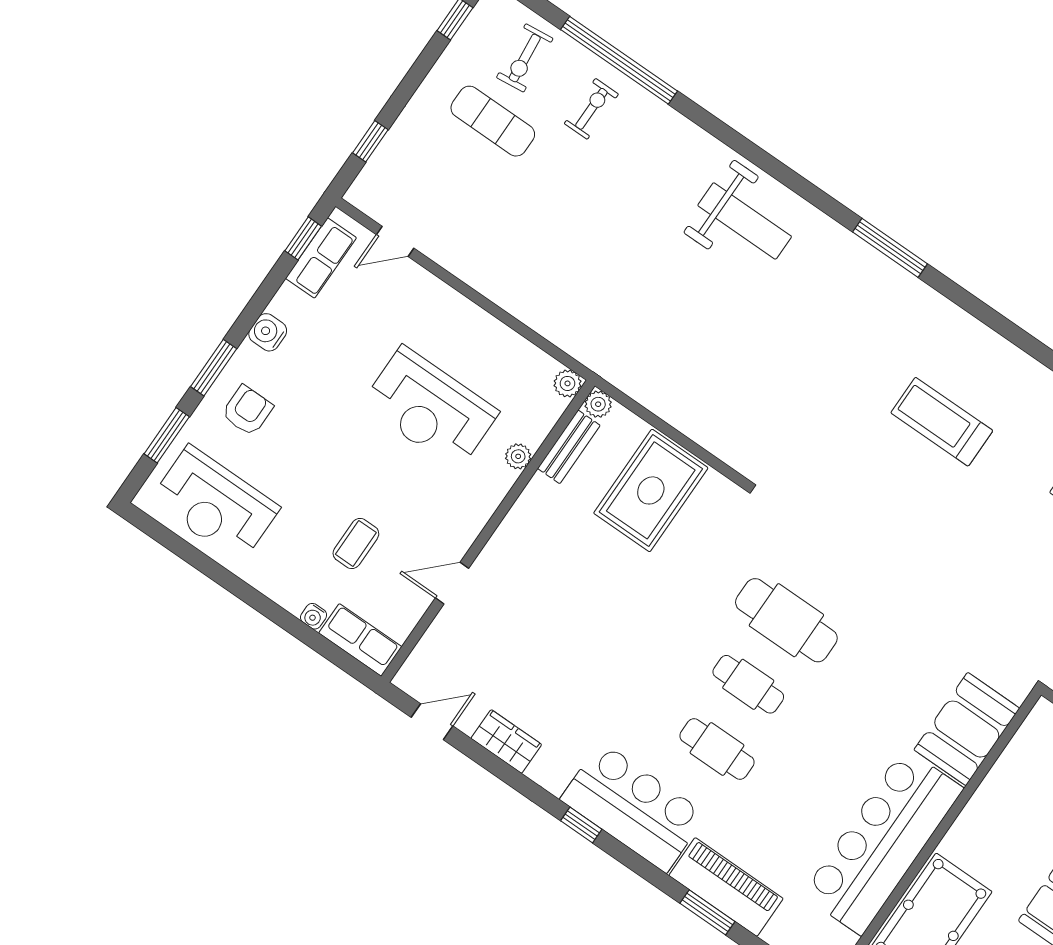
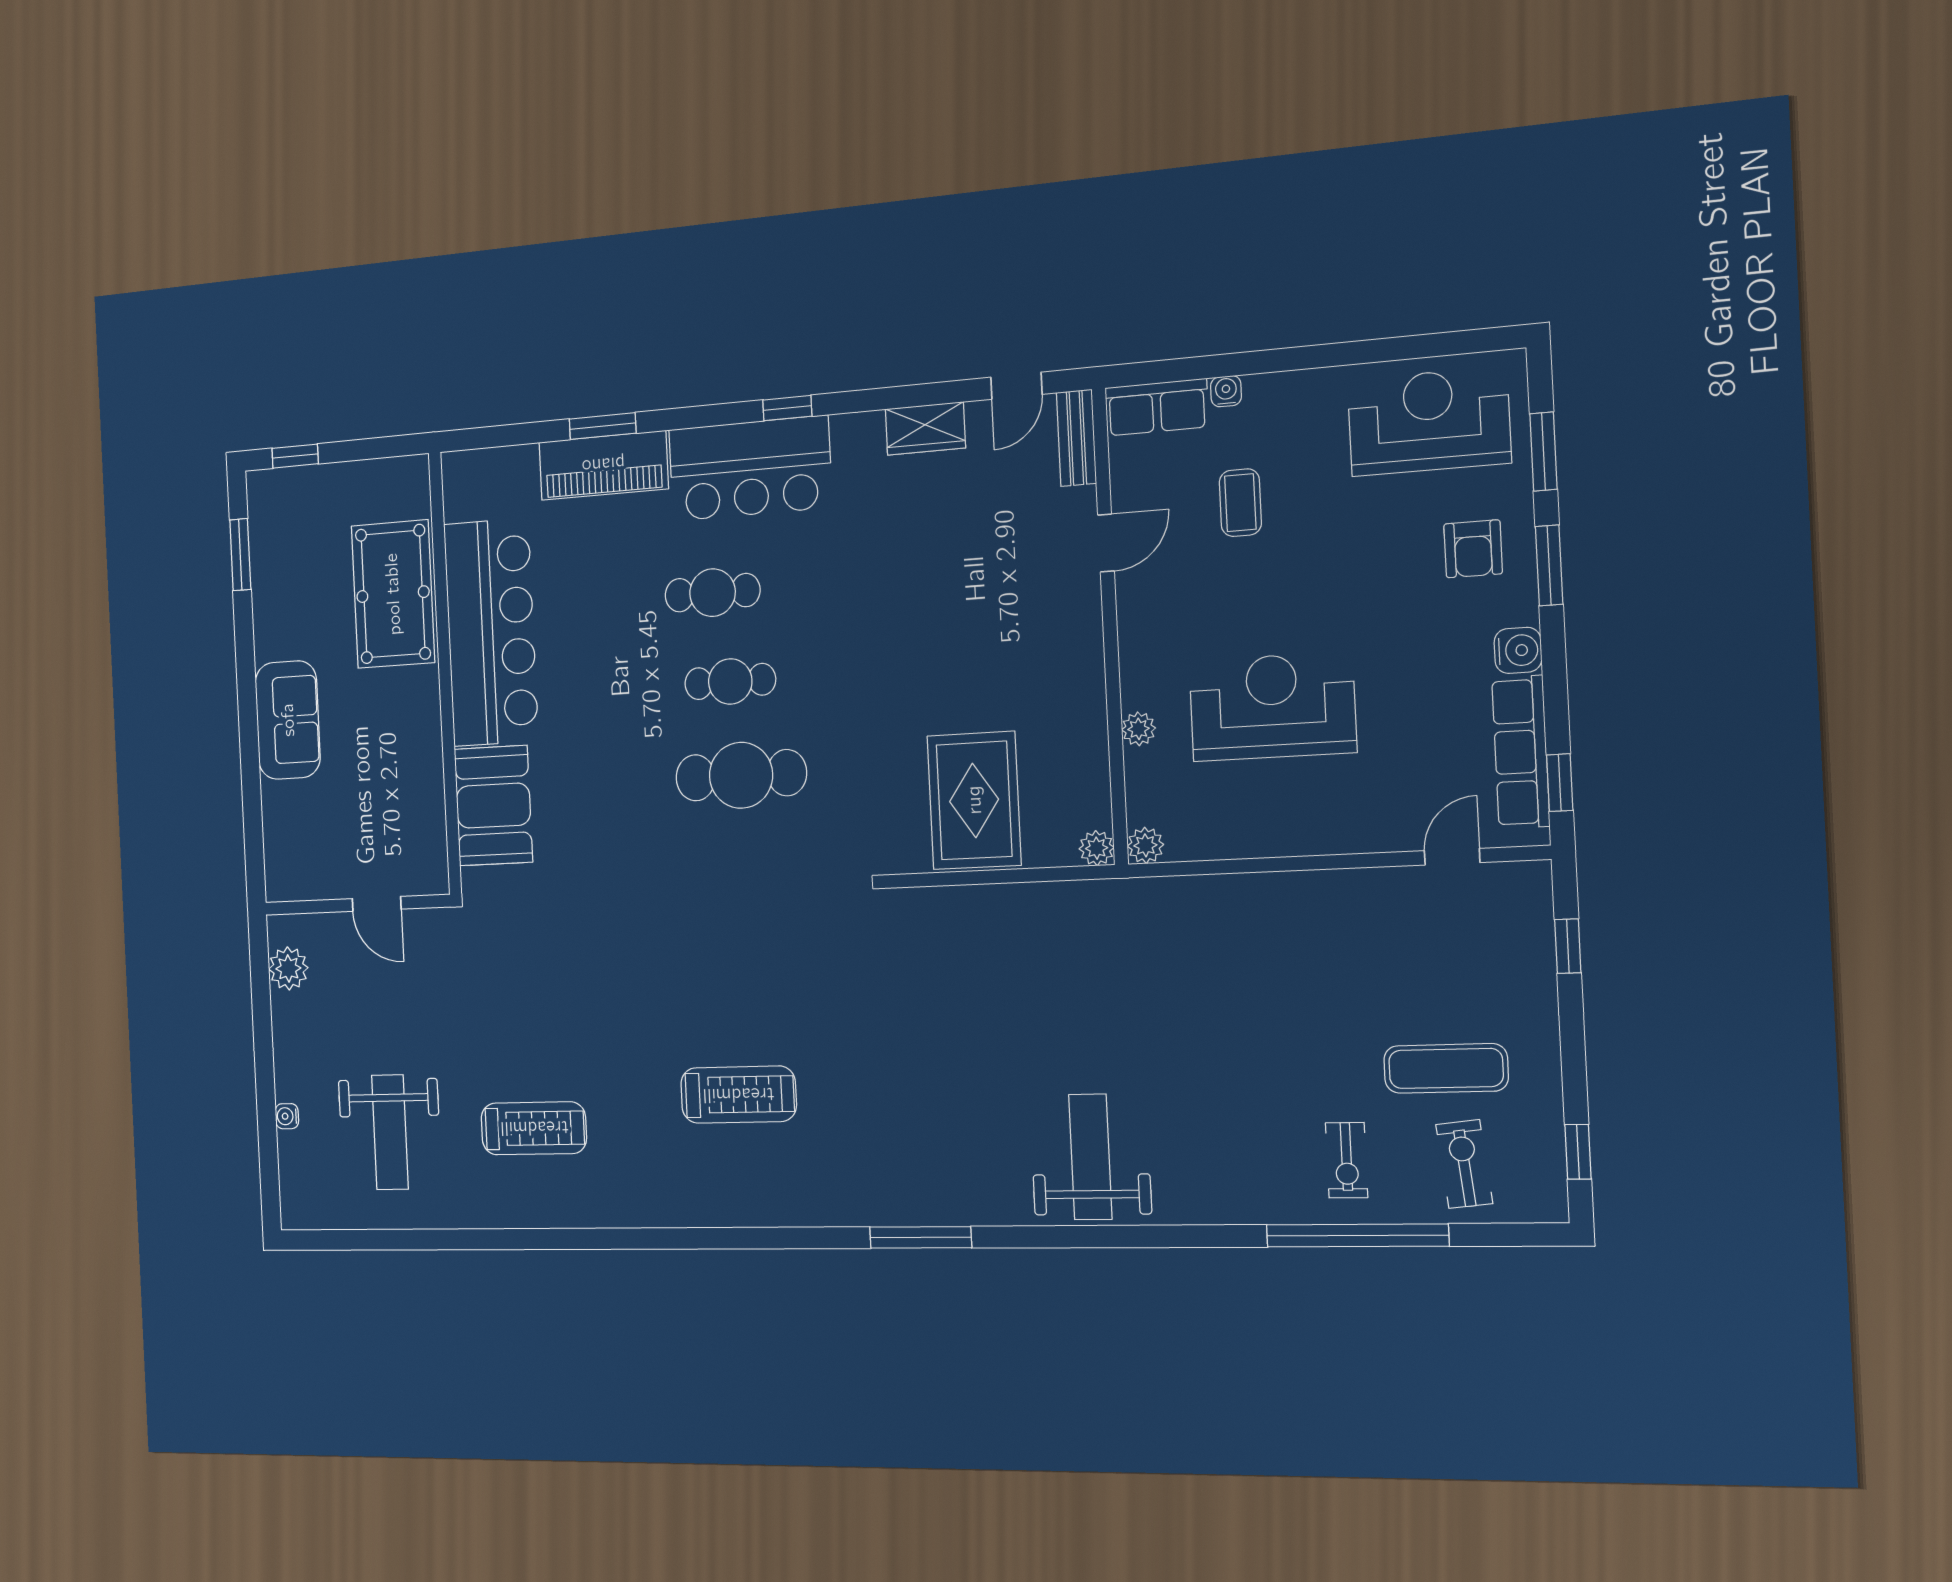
weight bench: (745, 221) -> (1090, 1157), turned 90
row of seats: (321, 258) -> (1521, 752), width x1.48
bench: (569, 447) -> (1076, 438), moved

